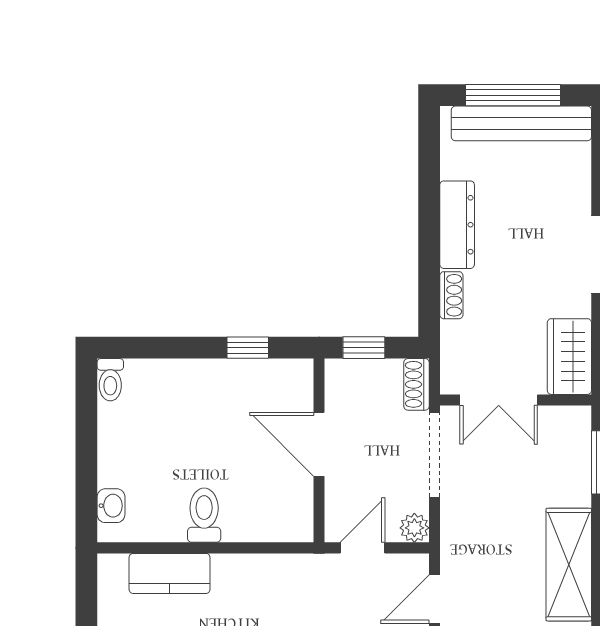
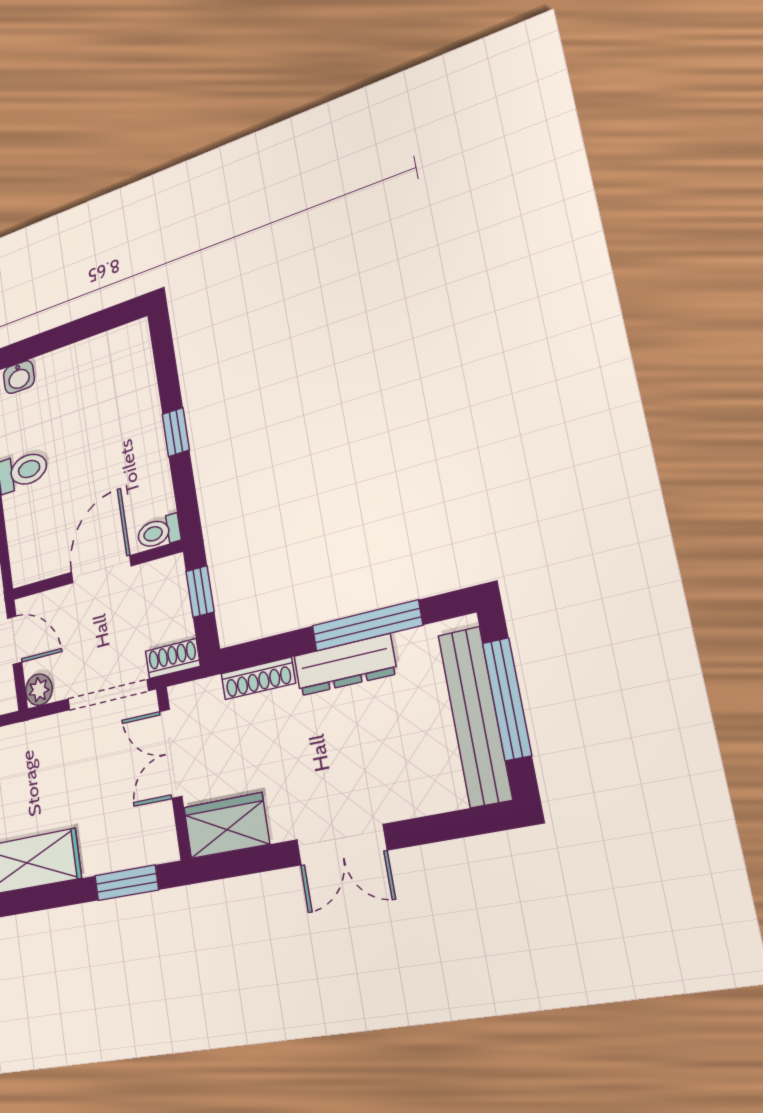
window: (429, 200) -> (367, 626), added
shoe rack: (451, 295) -> (258, 678), width x1.43
window: (248, 348) -> (176, 432), moved
toilet: (110, 380) -> (159, 532), moved

